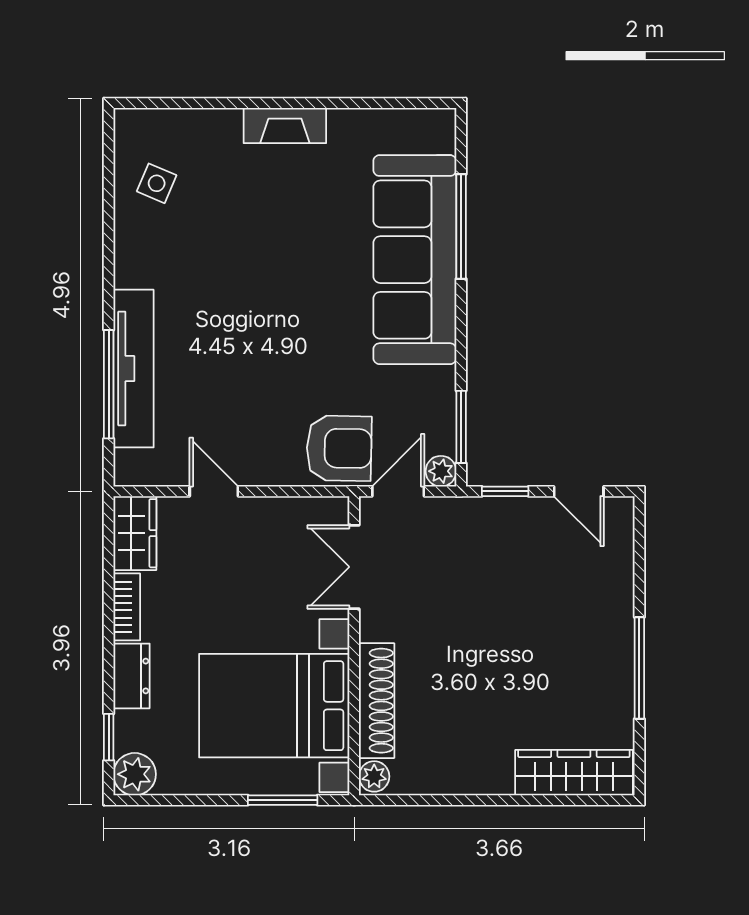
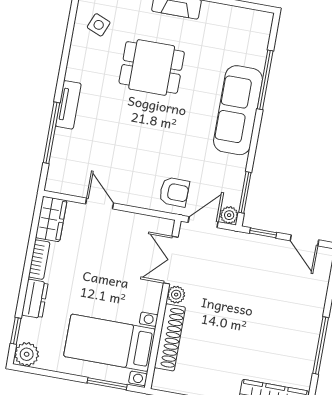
dining table: (261, 240) -> (152, 67), added
sofa: (415, 260) -> (238, 110), width x0.74, depth x0.79
tv unit: (134, 369) -> (68, 105), width x0.52, depth x0.78
armchair: (339, 448) -> (174, 192), width x0.72, depth x0.72
bed with nightstands: (274, 706) -> (110, 343), width x0.73
plant: (374, 776) -> (176, 295), moved

